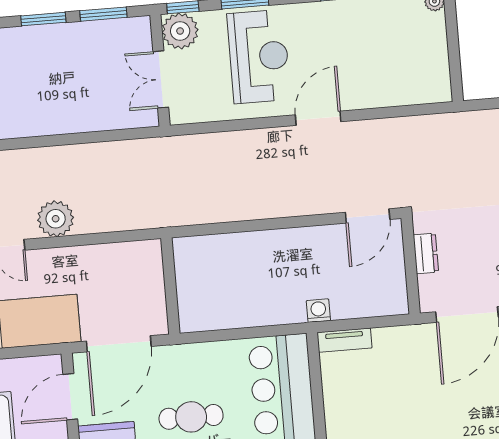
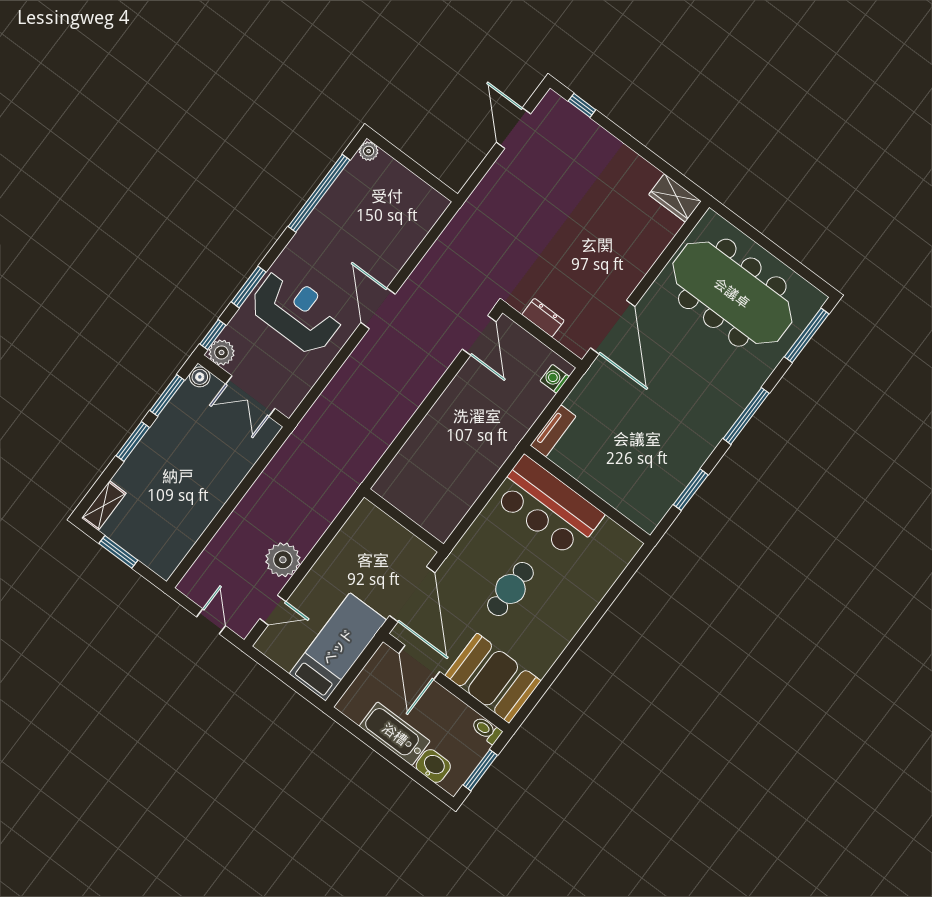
boiler: (141, 27) -> (200, 377), added
plant: (180, 31) -> (222, 352), width x0.73, depth x0.73
washing machine: (318, 311) -> (555, 379), moved

